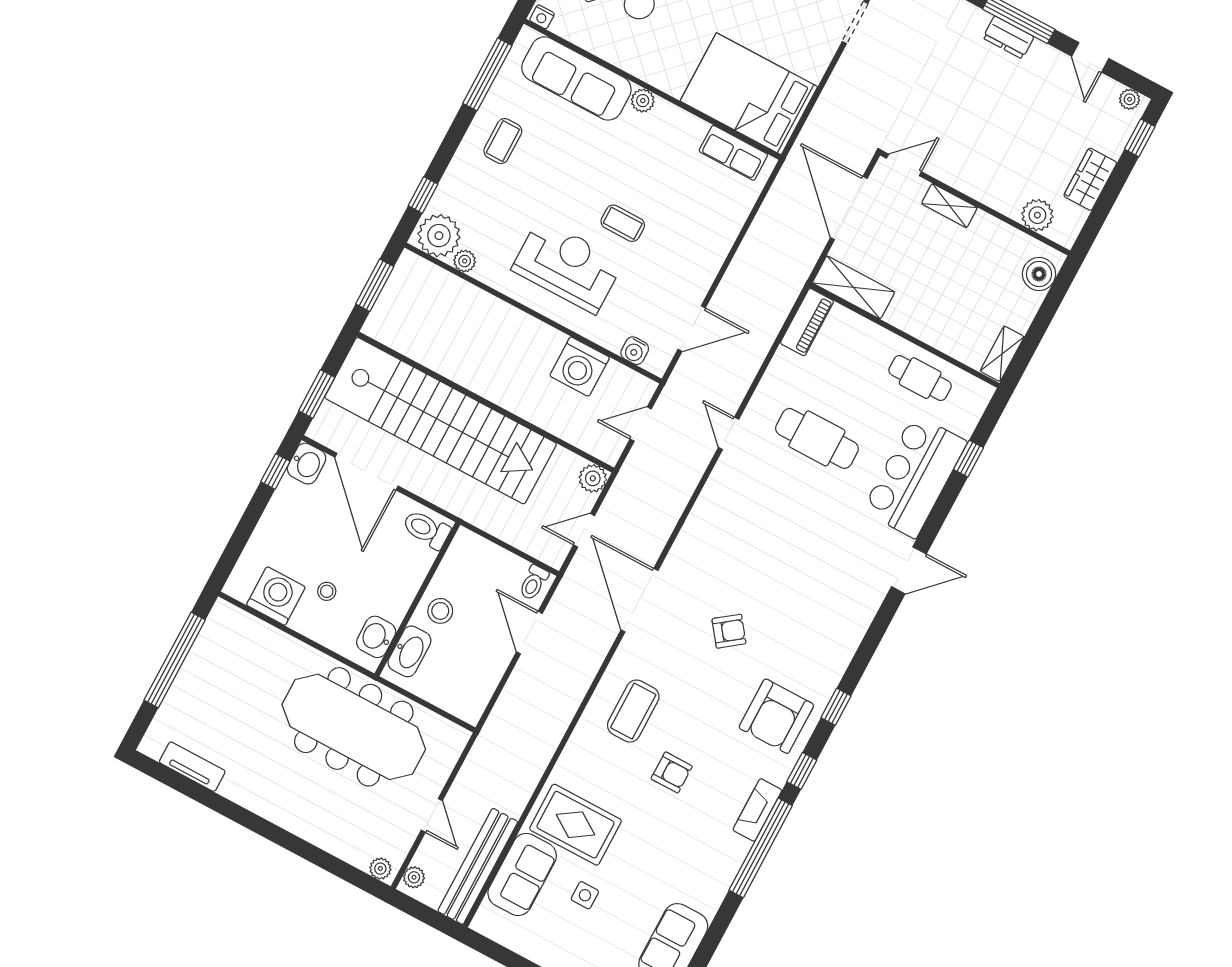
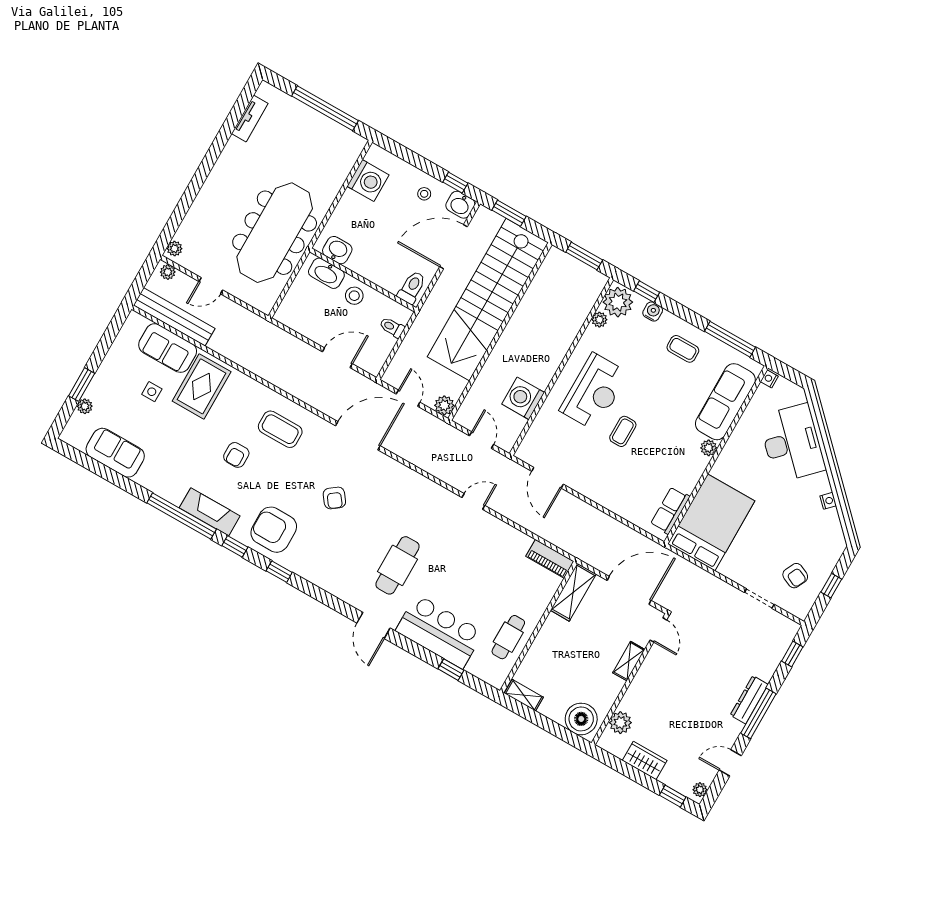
dresser: (1008, 37) -> (749, 700), width x1.44
boiler: (1039, 274) -> (581, 719), width x1.37, depth x1.37
water cooler: (635, 351) -> (653, 312), moved, turned 90
cafe table: (817, 438) -> (398, 565), moved
toilet: (534, 583) -> (392, 327), moved
stool: (327, 591) -> (424, 194), moved
fireplace: (757, 810) -> (210, 512), width x1.37, depth x1.32

